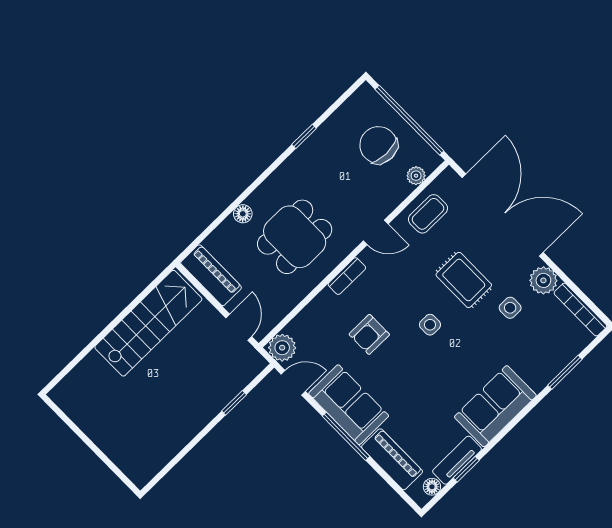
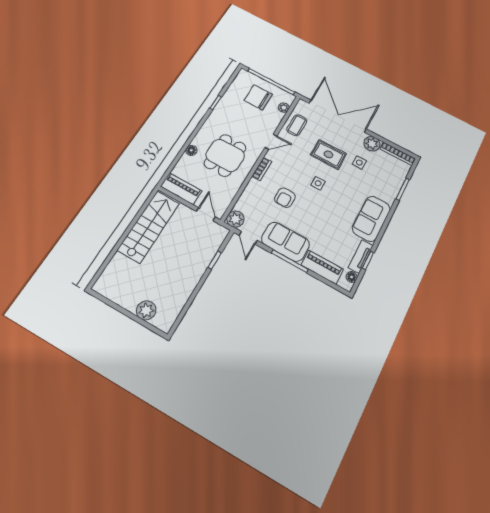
door: (293, 383) -> (248, 238), swing flipped
plant: (118, 448) -> (146, 310), added

